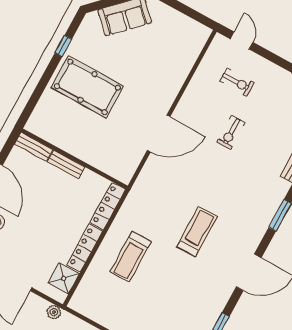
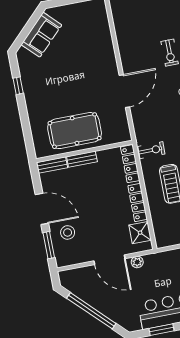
exercise bike: (237, 82) -> (151, 150), moved
pool table: (87, 87) -> (75, 131), moved
plant: (54, 312) -> (137, 262), moved

